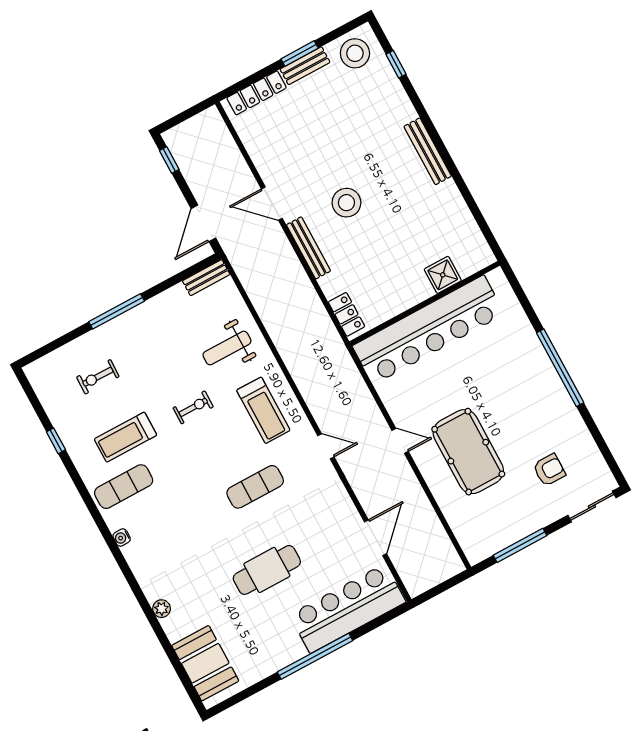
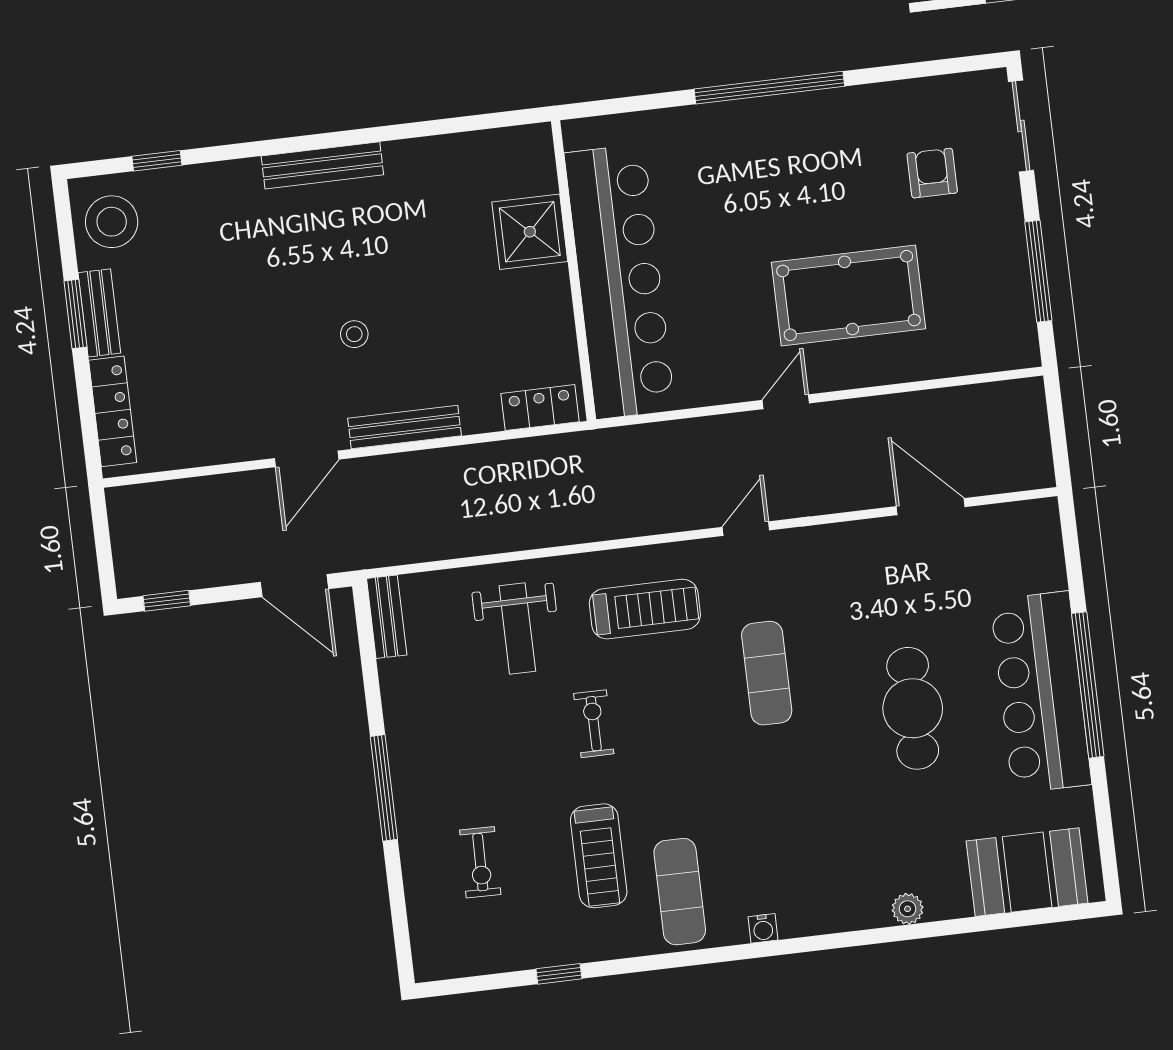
stool: (346, 203) -> (354, 334), width x0.53, depth x0.53
shower: (443, 275) -> (530, 232), width x1.36, depth x1.36
bar counter: (348, 608) -> (1041, 692), moved

